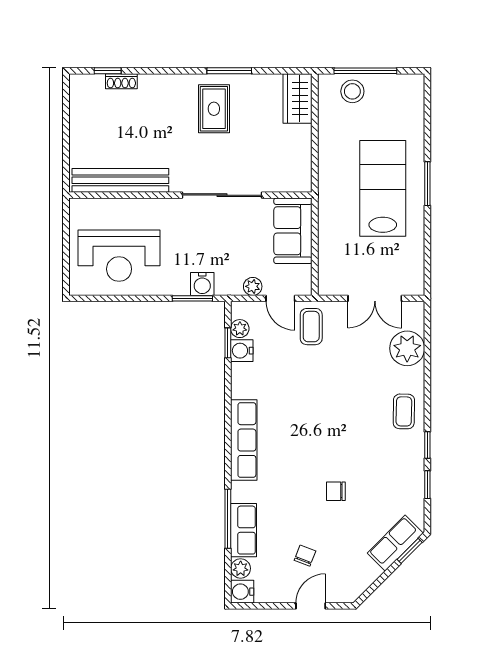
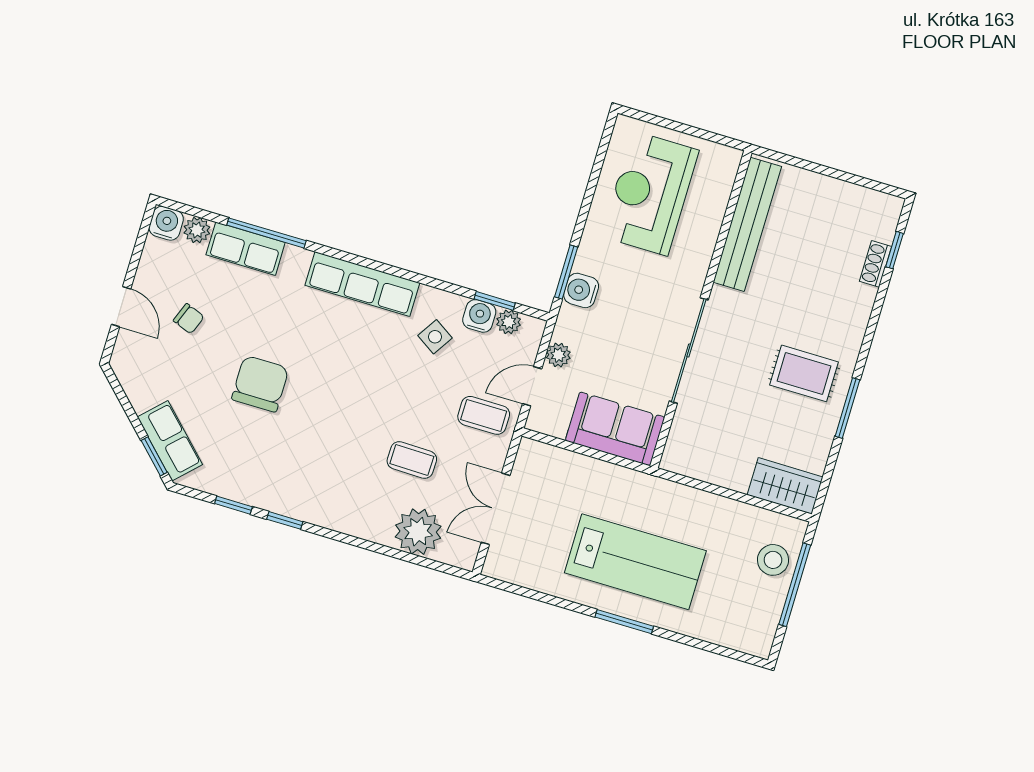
side table: (266, 378) -> (435, 337), added
coffee table: (404, 411) -> (412, 460), moved
chair: (336, 491) -> (260, 384), width x1.87, depth x1.87

